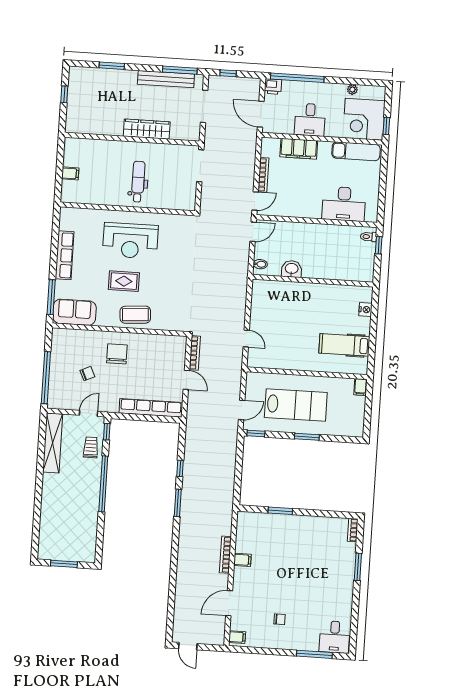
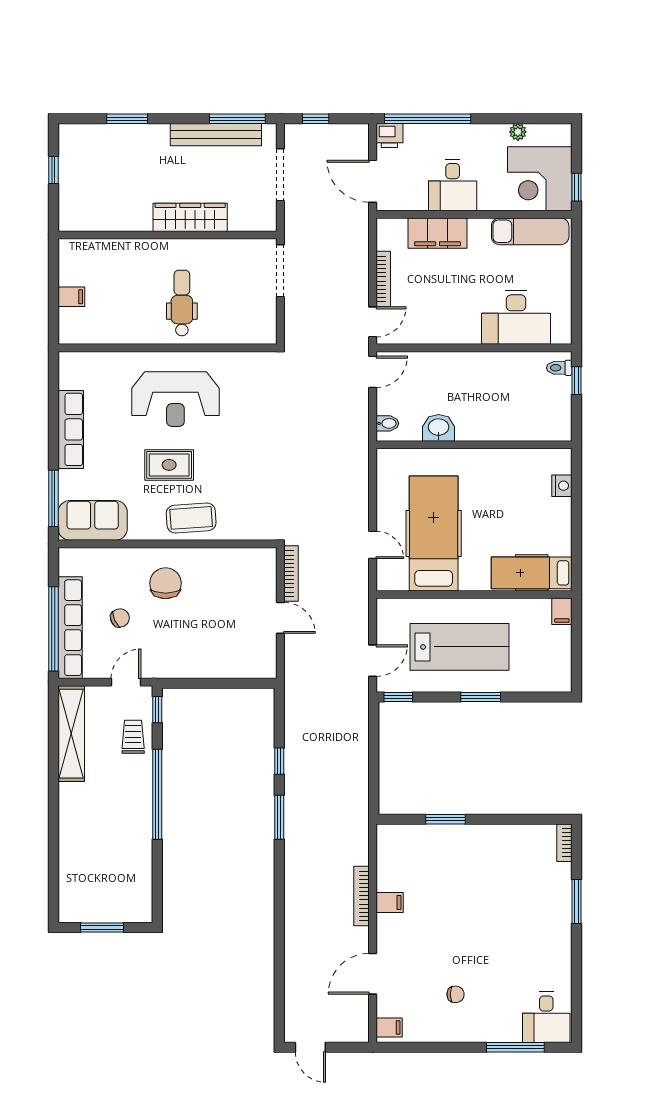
hospital bed: (284, 334) -> (434, 533), added
hospital bed: (344, 345) -> (532, 573), moved
row of seats: (151, 408) -> (70, 628), moved, turned 90

